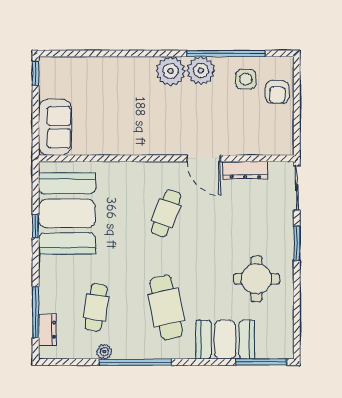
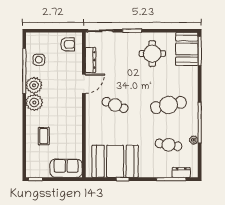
coffee table: (111, 88) -> (44, 136), added
armchair: (277, 92) -> (68, 44), moved
booth: (225, 340) -> (187, 49), moved

